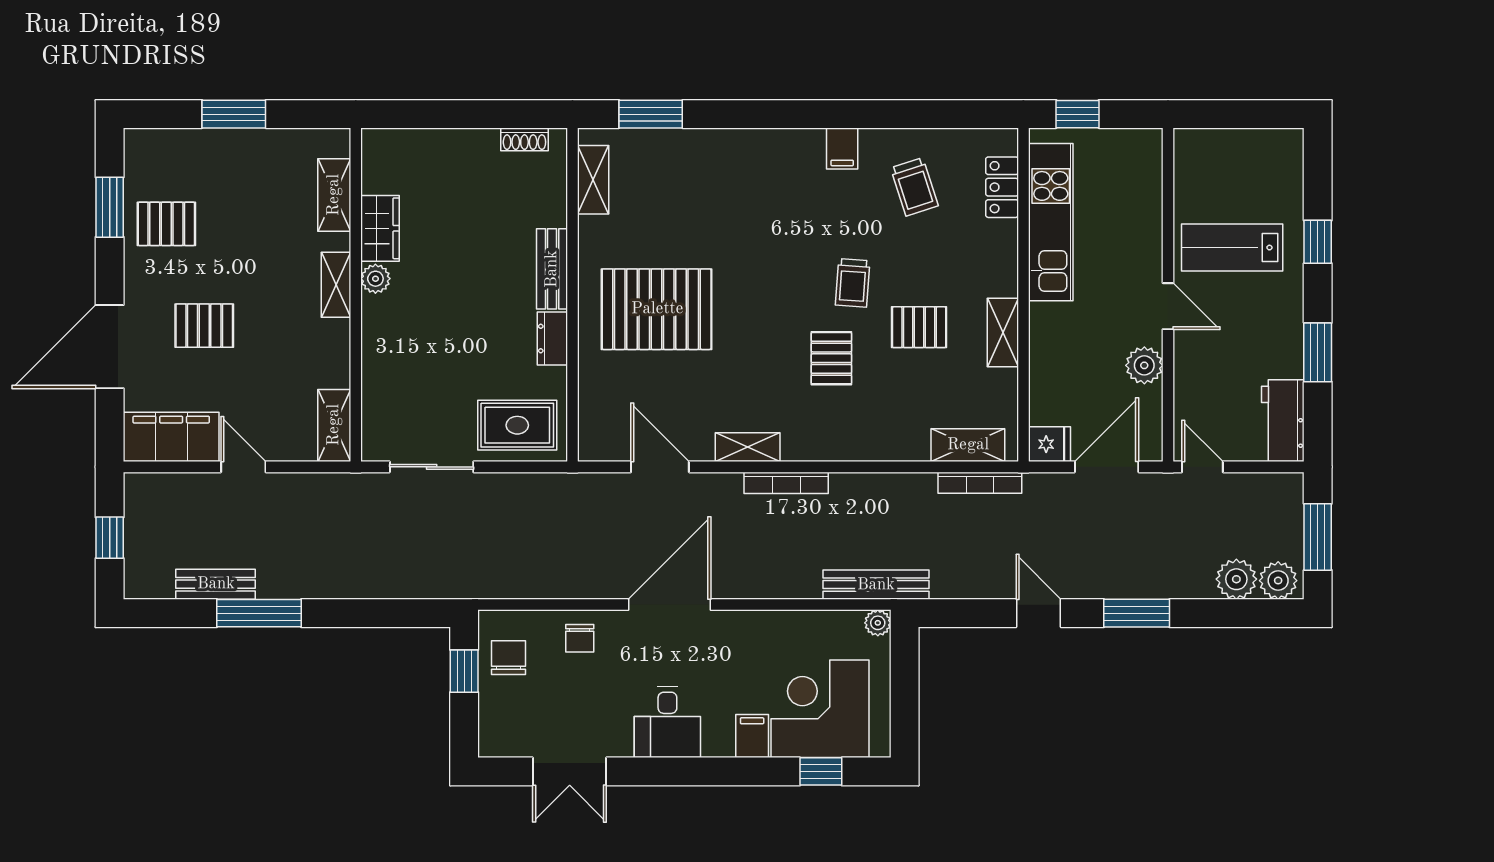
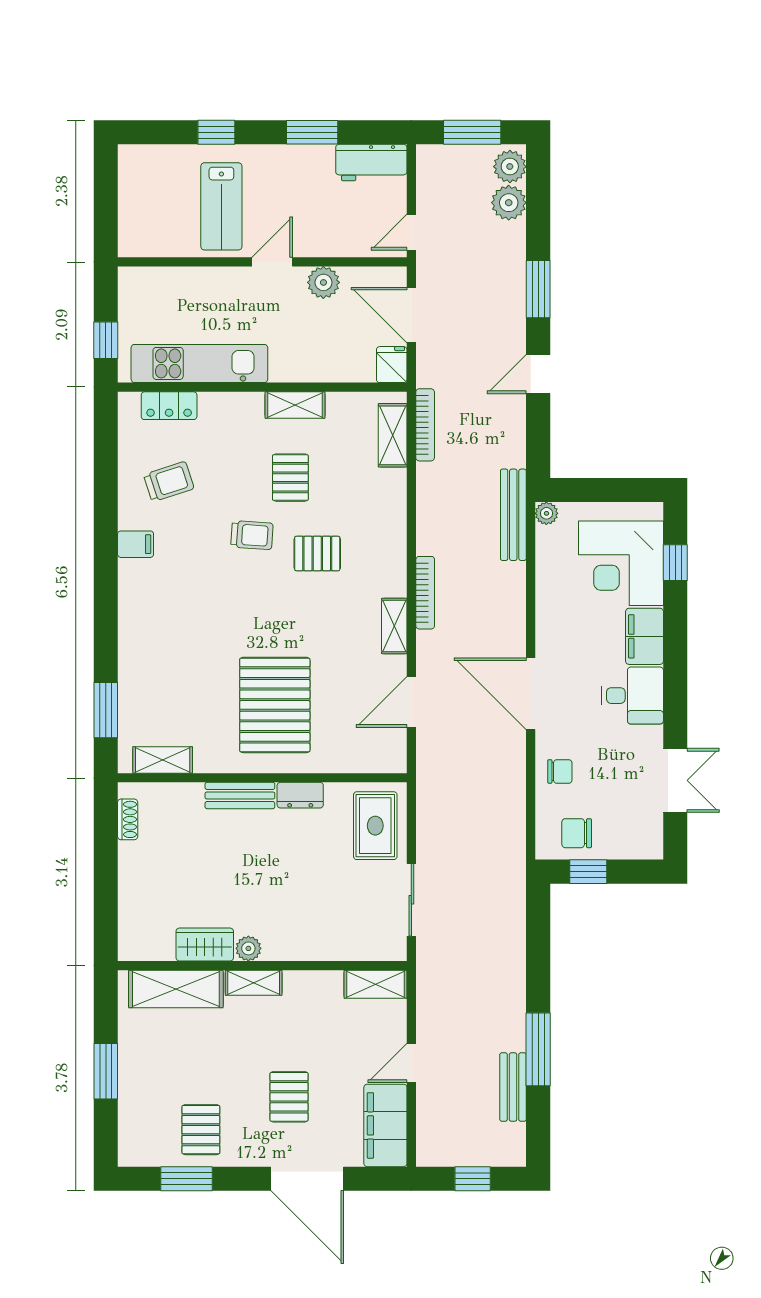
shelving: (334, 195) -> (176, 989), width x1.50, depth x1.33
filing cabinet: (752, 736) -> (644, 636), width x2.00

